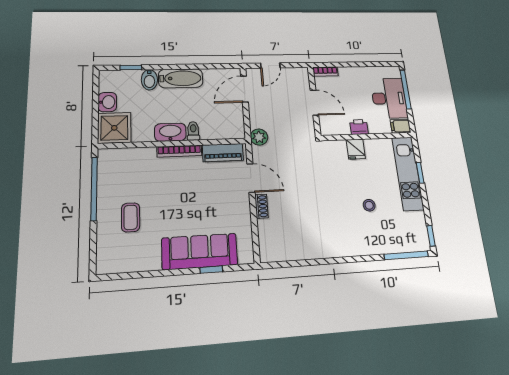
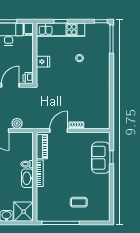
printer: (359, 127) -> (28, 78), moved
plant: (259, 137) -> (17, 123), moved
sofa: (200, 251) -> (101, 158), width x0.73

